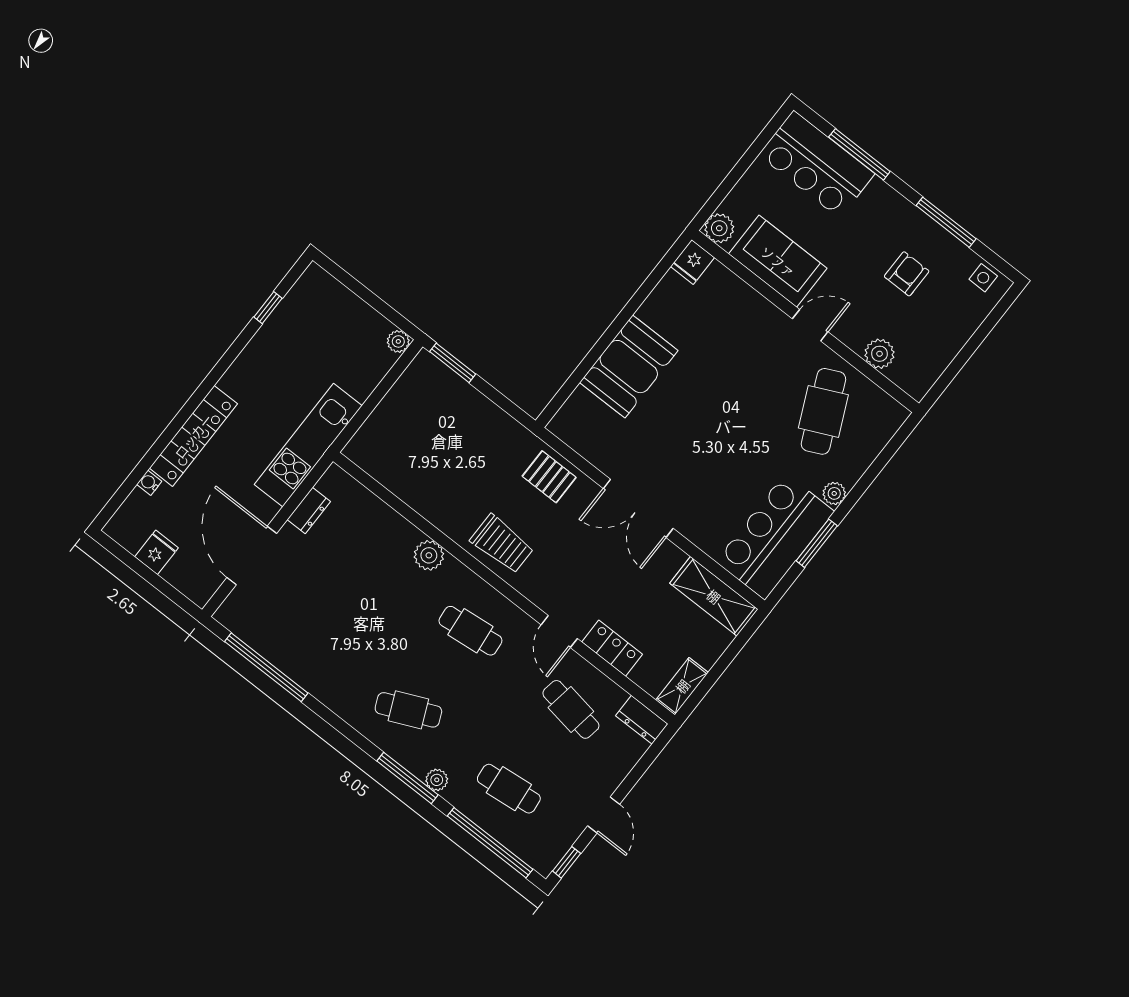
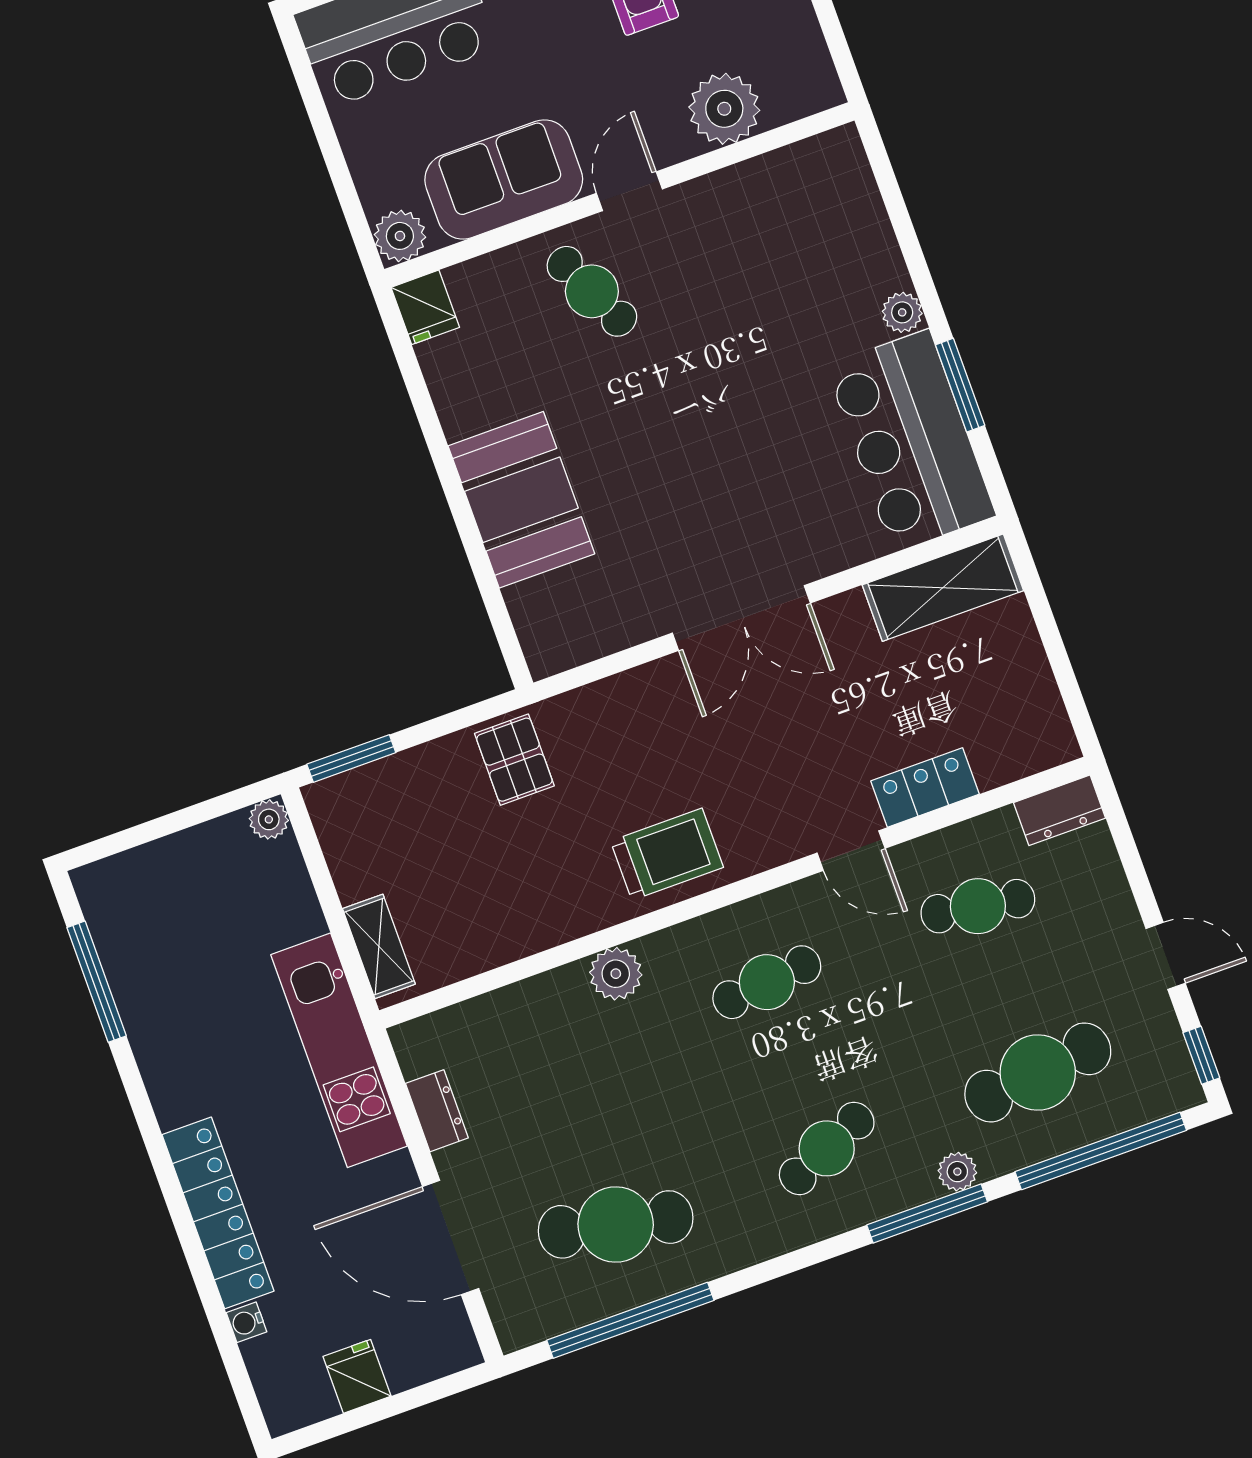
window: (268, 308) -> (97, 982), width x2.17
plant: (879, 354) -> (724, 109), width x1.36, depth x1.36
cafe table: (823, 411) -> (592, 291), moved, width x0.73, depth x0.74
pallet: (549, 477) -> (514, 760), moved, turned 90
cafe table: (308, 631) -> (616, 1224), added
shelving: (682, 686) -> (379, 946), moved
cafe table: (509, 789) -> (1038, 1072), width x1.37, depth x1.35

